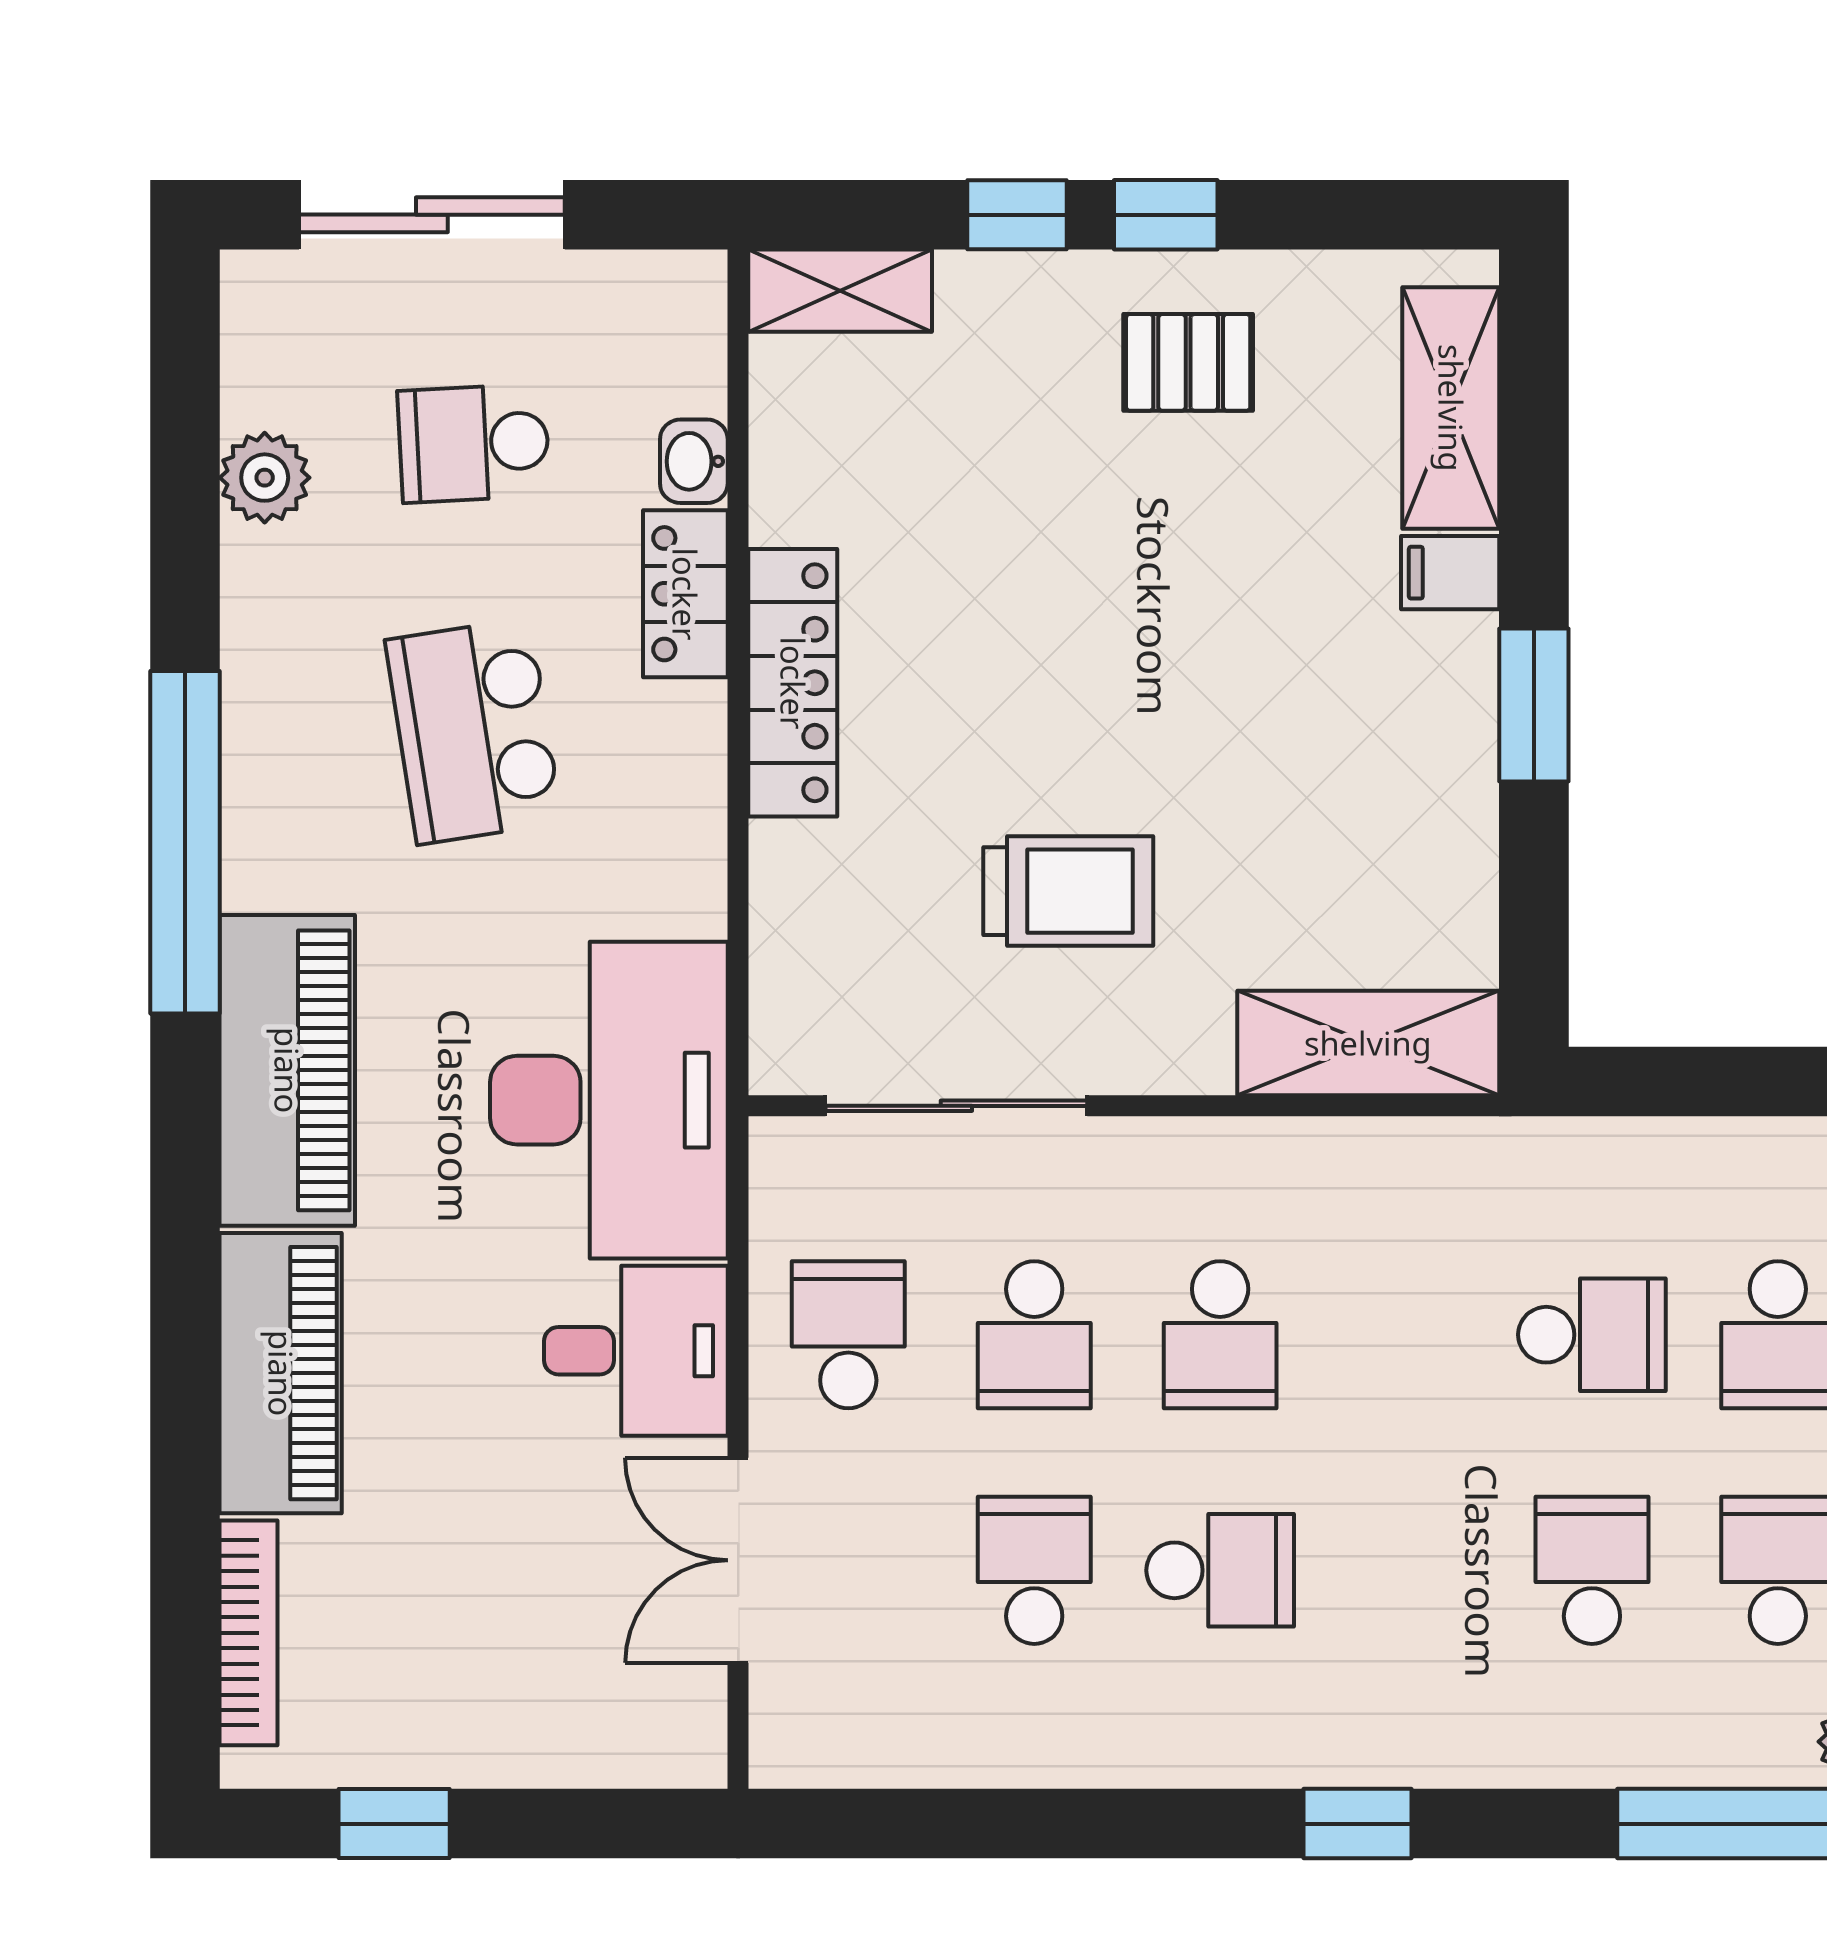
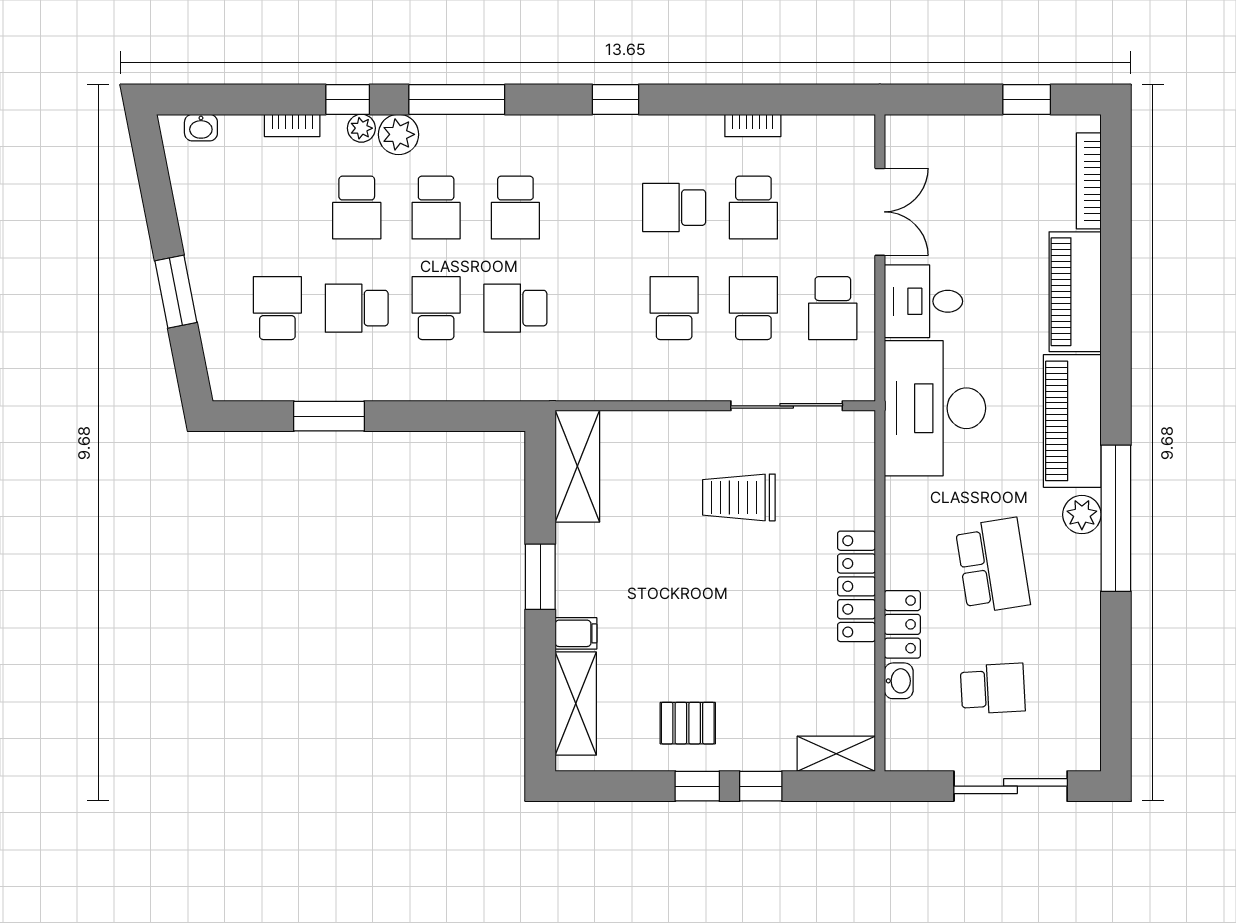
plant: (265, 478) -> (1082, 515), moved
shelving: (1368, 1043) -> (577, 466), moved, turned 90
bookcase: (1036, 1763) -> (753, 125), added

